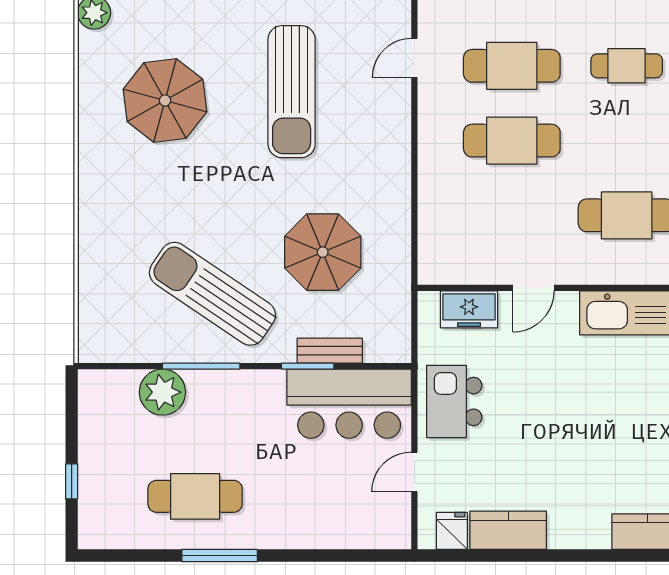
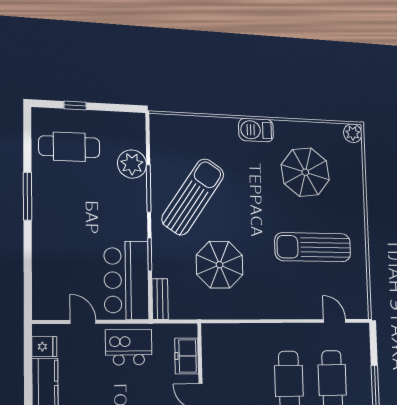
barbecue: (97, 184) -> (256, 130), added
bench: (330, 351) -> (160, 299), moved
cafe table: (195, 496) -> (69, 147), moved, turned 90

